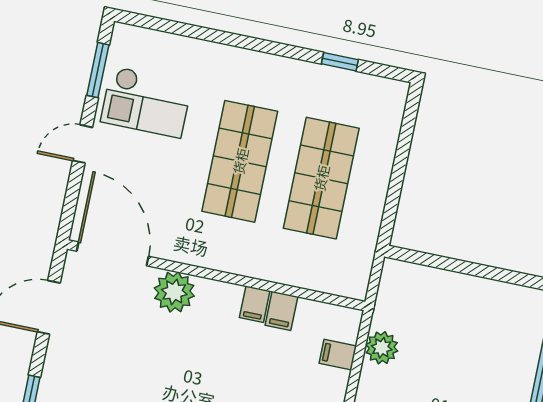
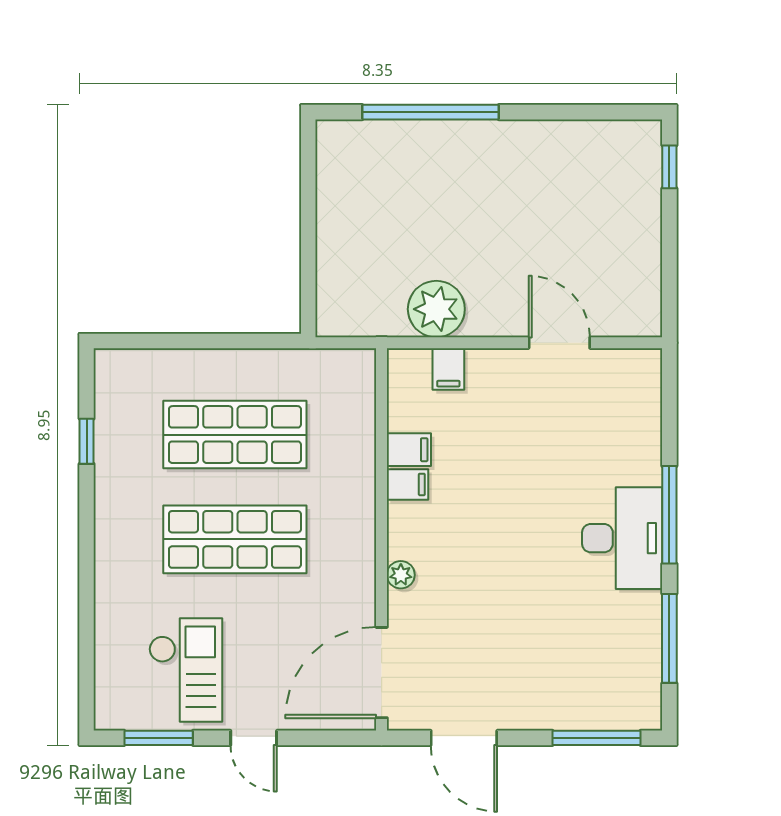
plant: (174, 292) -> (401, 575), width x0.53, depth x0.53
plant: (382, 348) -> (436, 309), width x1.36, depth x1.36

